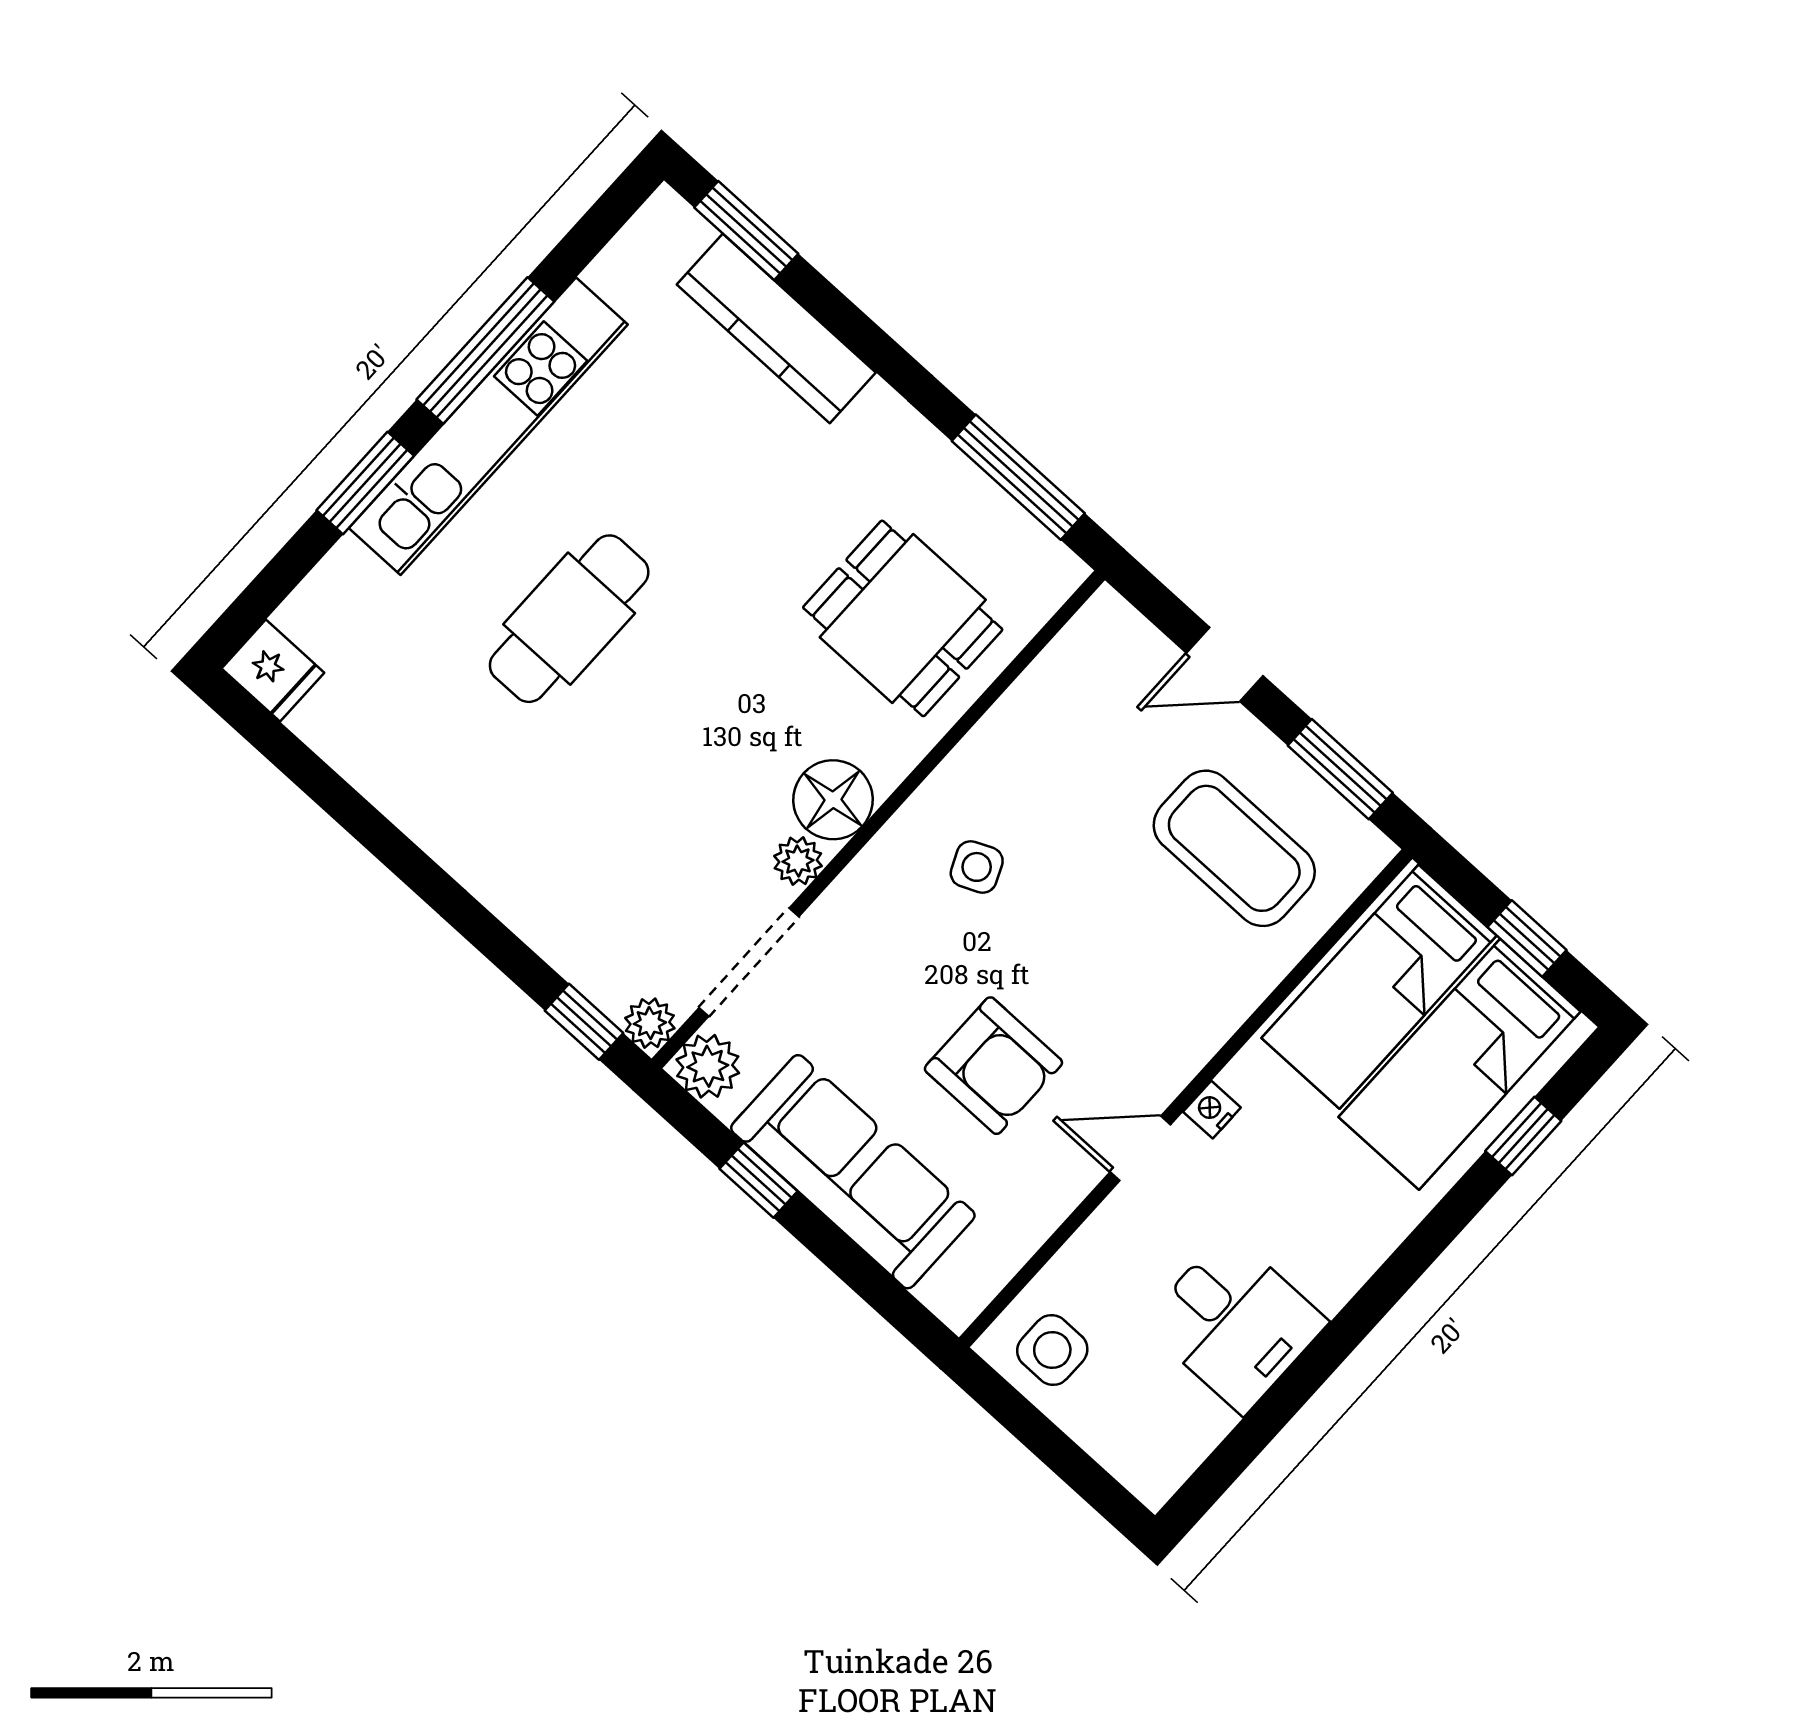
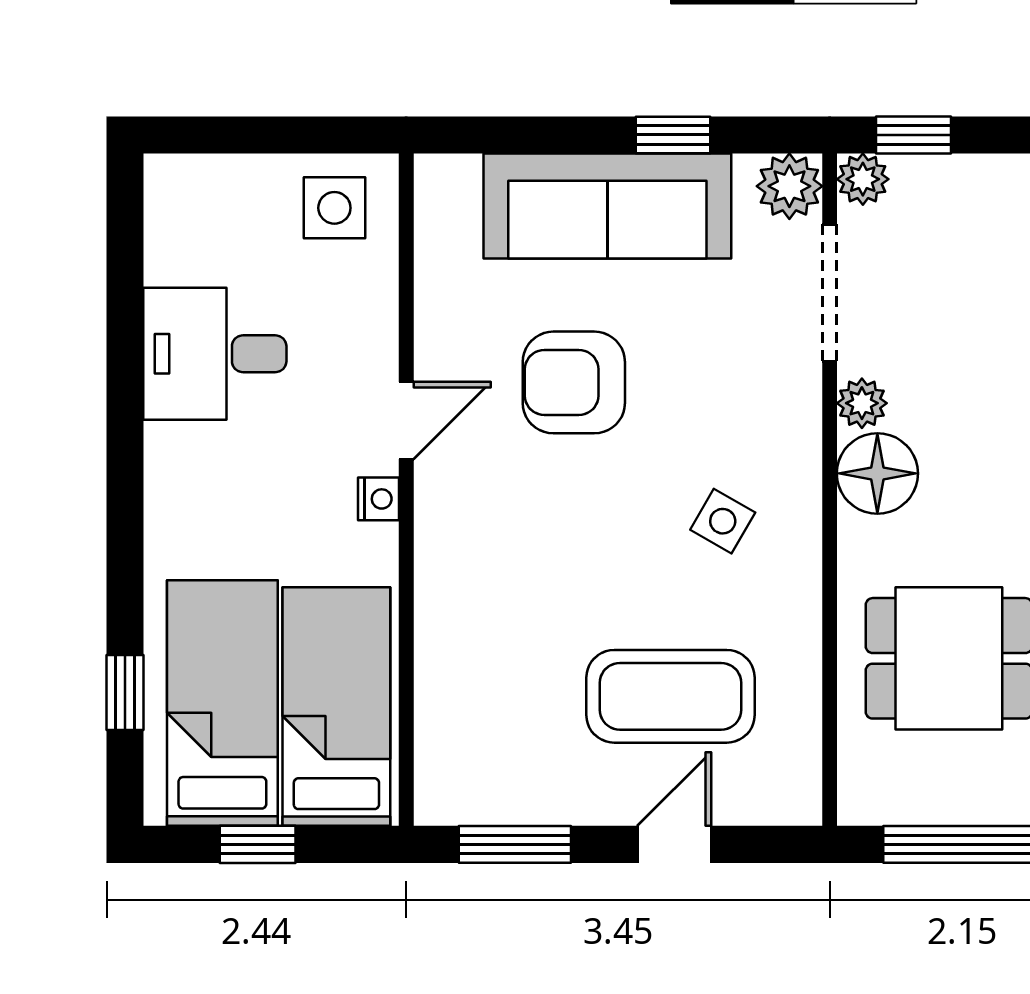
coffee table: (1234, 848) -> (671, 696), moved
side table: (977, 867) -> (723, 521), turned -36

